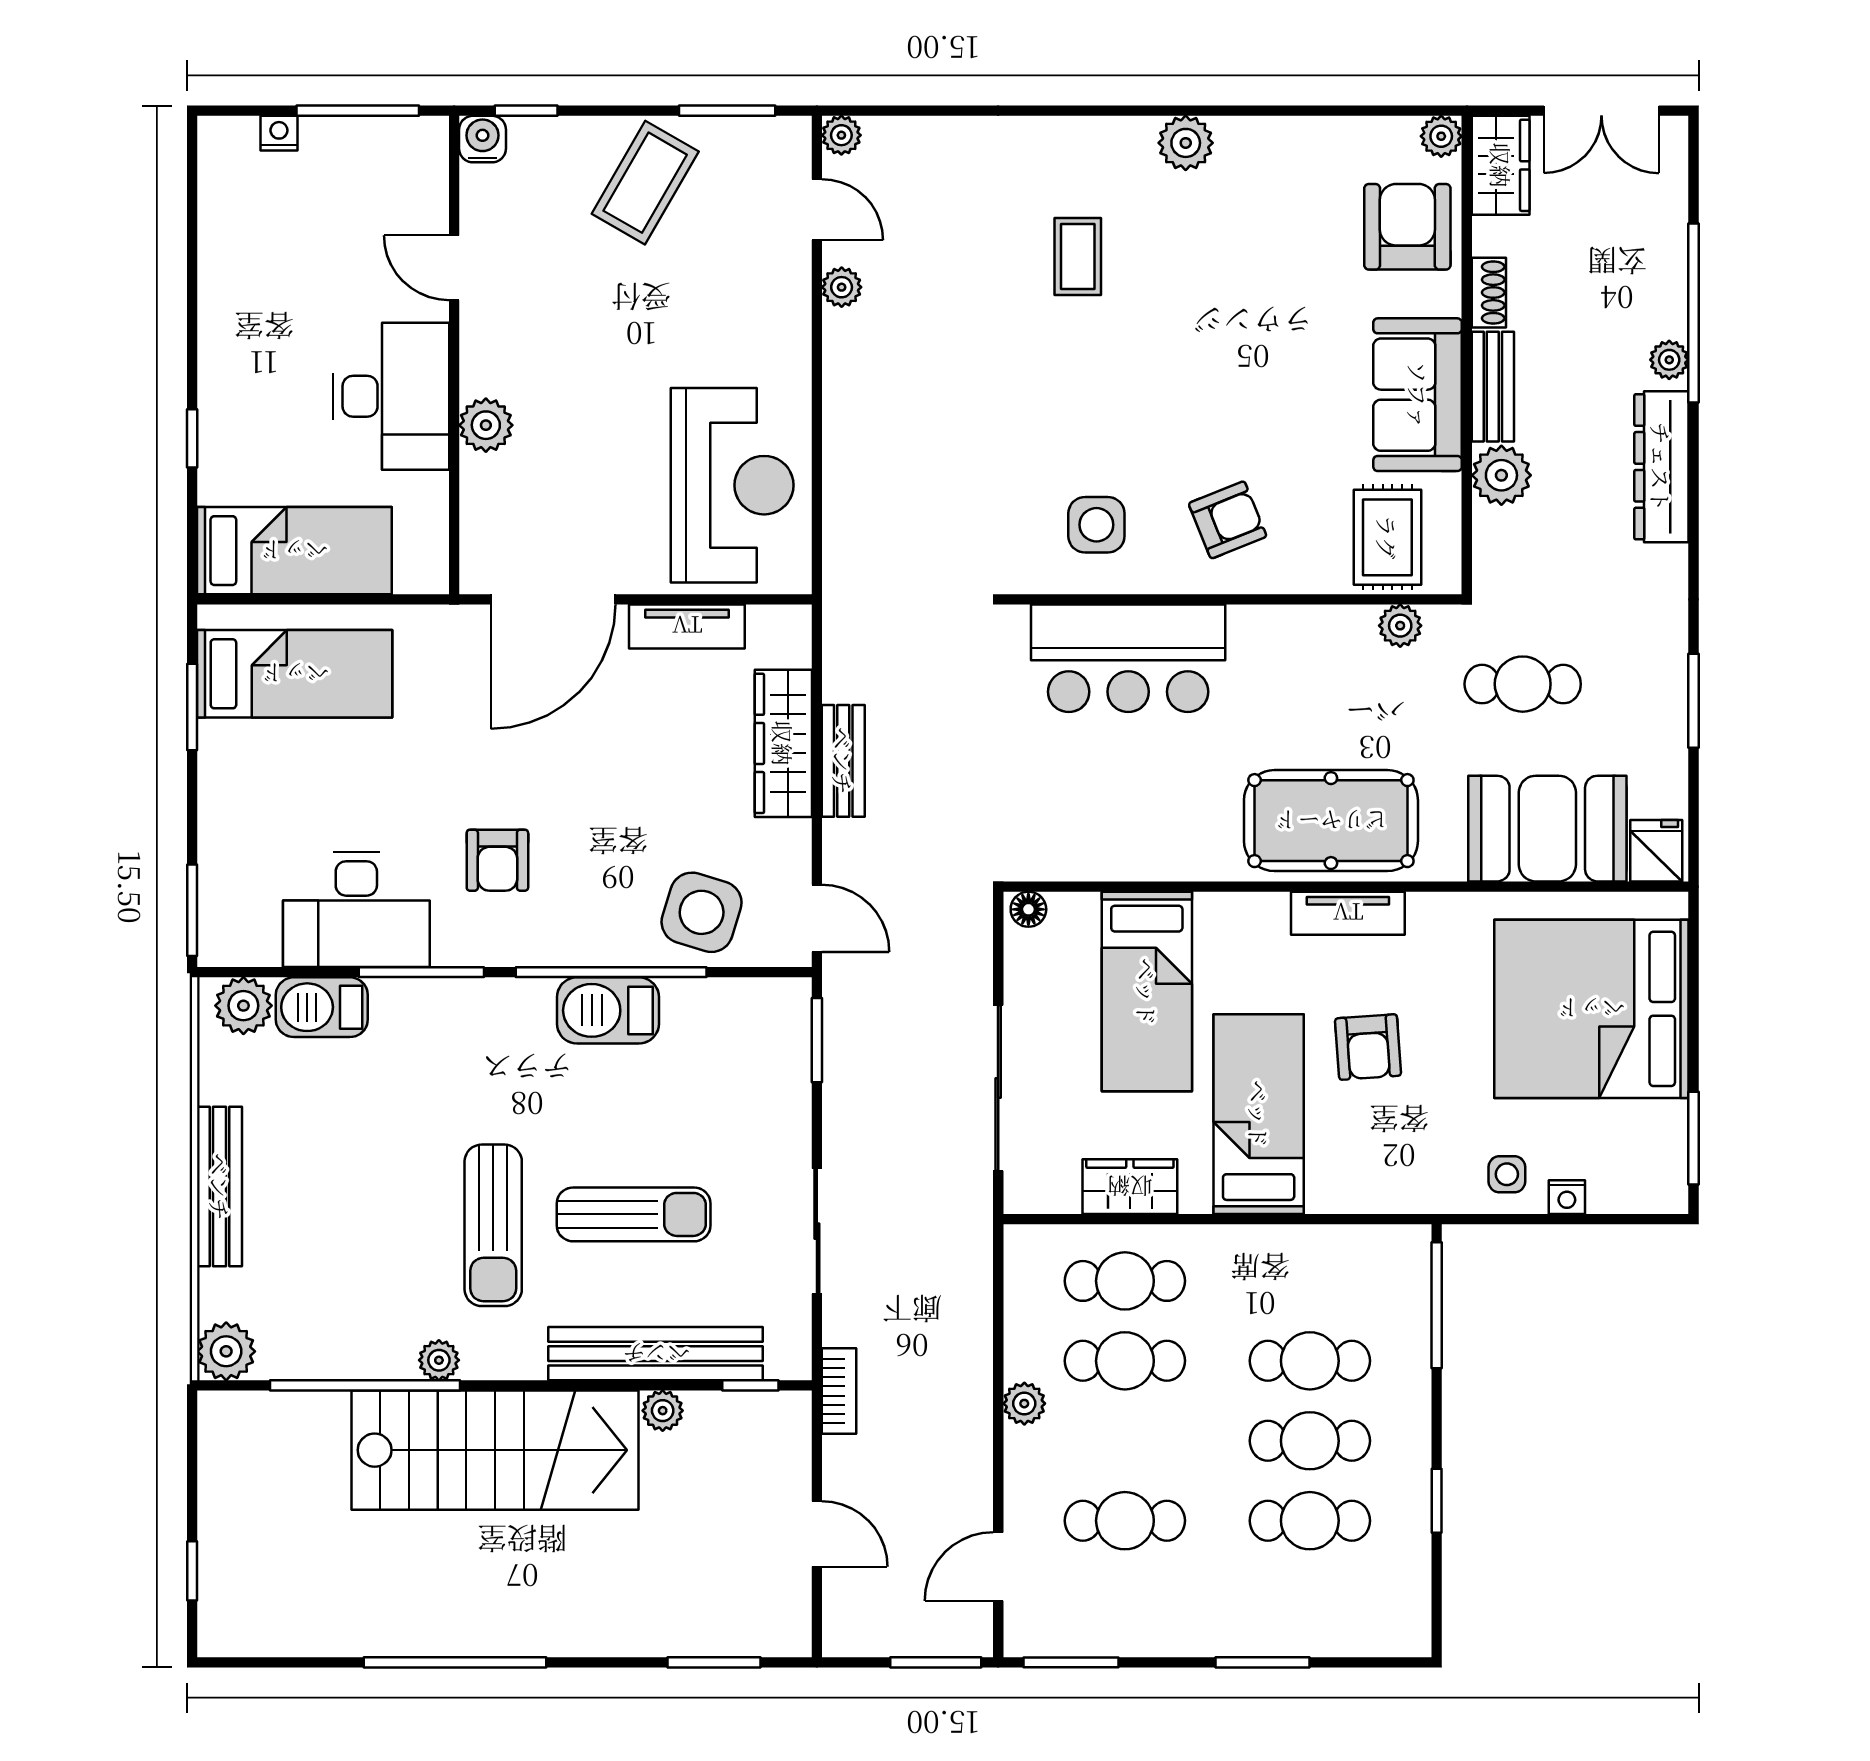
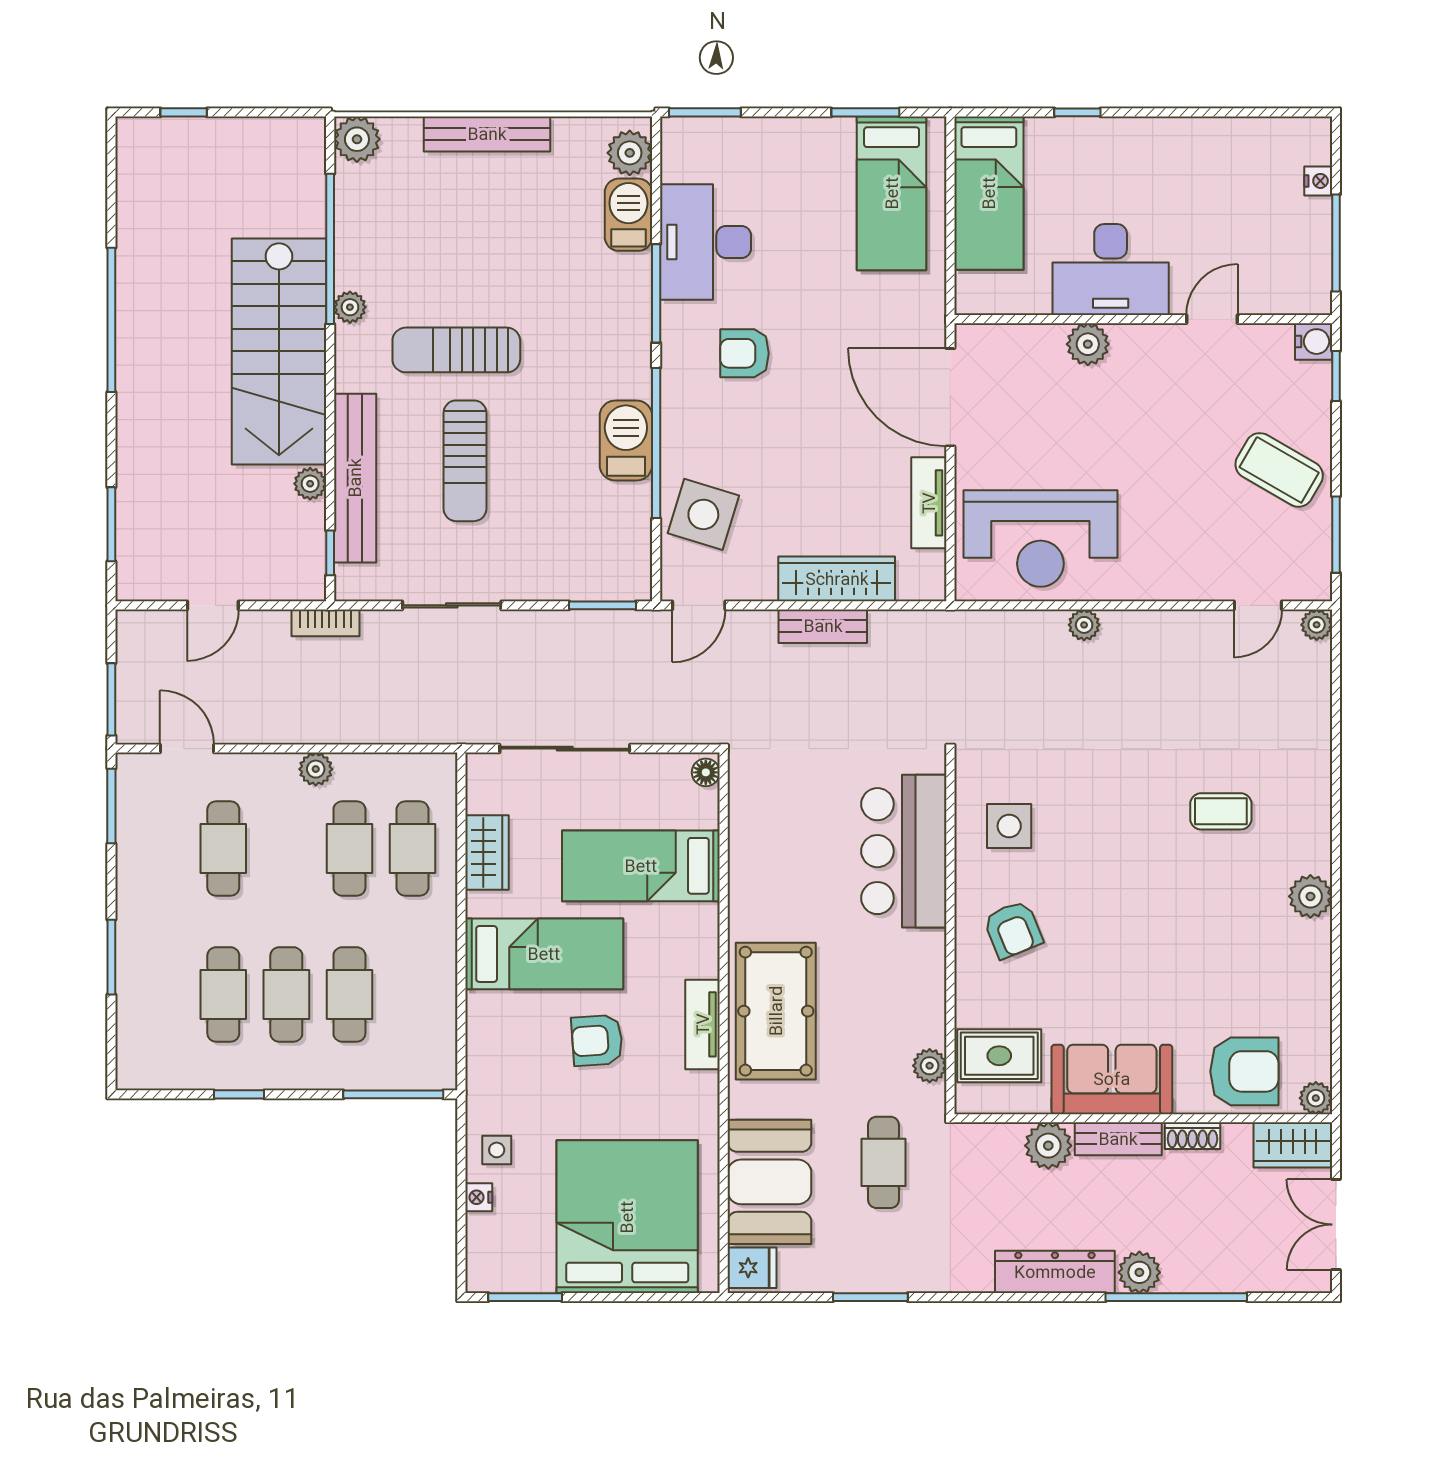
plant: (842, 287) -> (1084, 625), moved
plant: (1669, 360) -> (1139, 1272), width x1.38, depth x1.38

